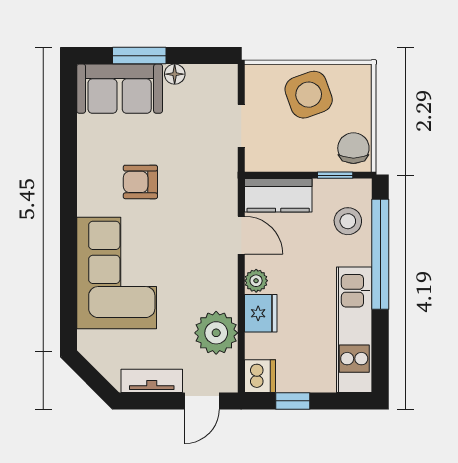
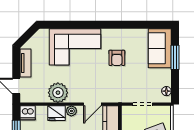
floor lamp: (175, 74) -> (166, 91), moved
armchair: (140, 182) -> (117, 58), turned 180
plant: (216, 333) -> (58, 93), moved

